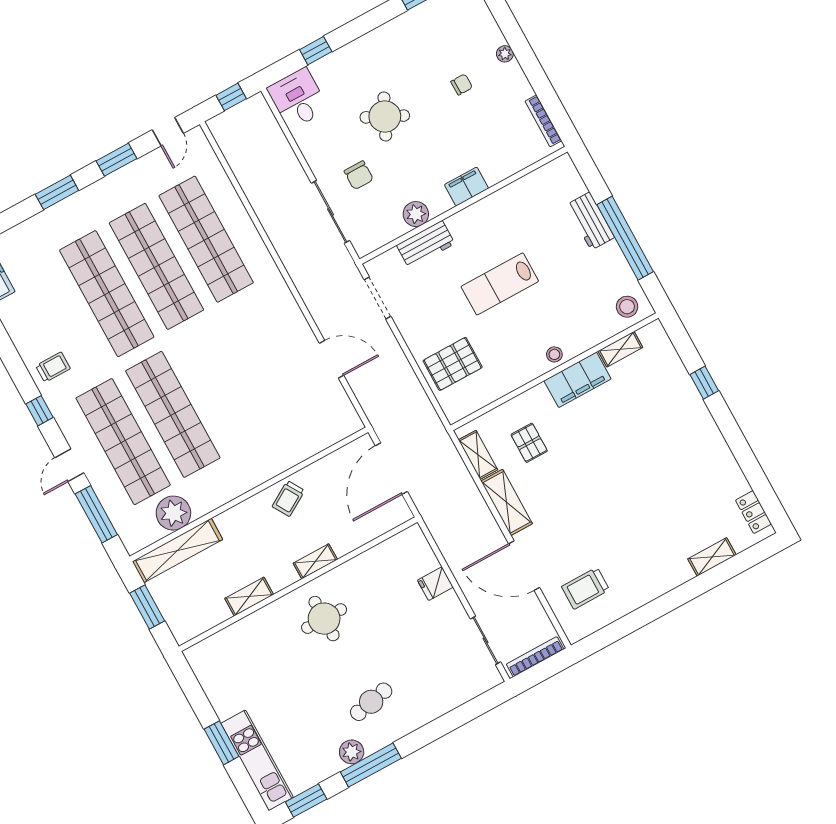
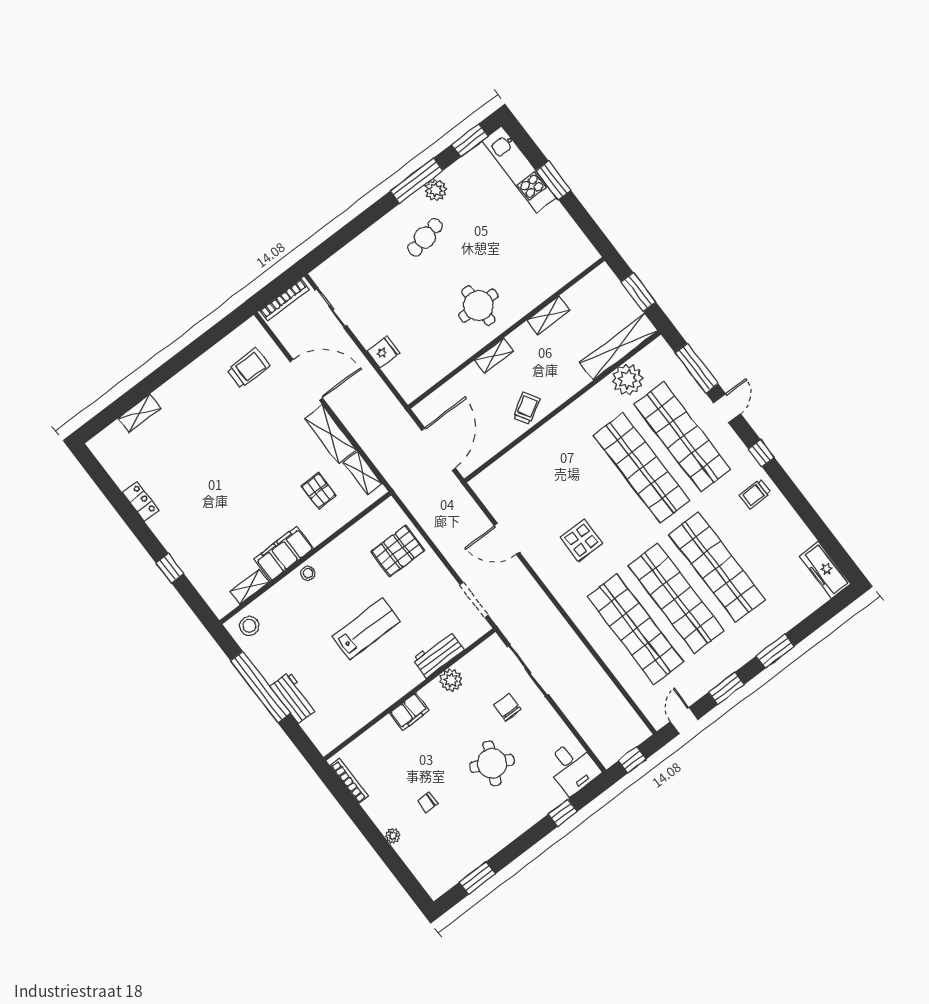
display table: (250, 345) -> (582, 540), added
locker: (753, 512) -> (141, 501), moved

